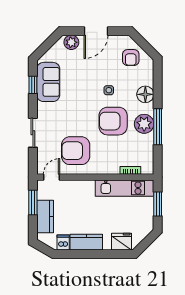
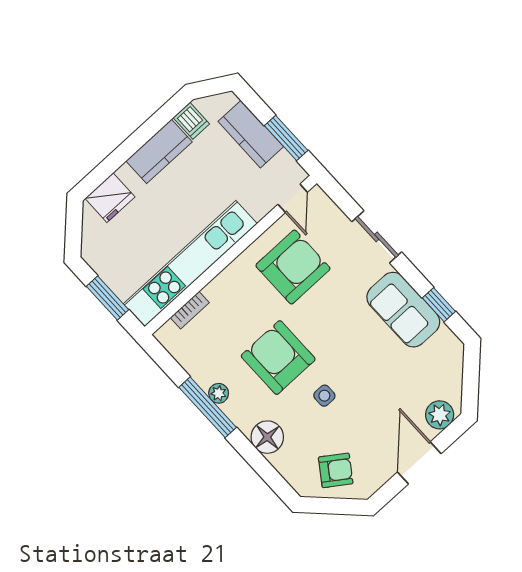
armchair: (131, 58) -> (336, 470), turned 125
sofa: (48, 82) -> (403, 310), moved
armchair: (113, 121) -> (278, 358), turned -90
plant: (144, 124) -> (219, 393), width x0.53, depth x0.53
kitchen unit: (125, 188) -> (190, 264), width x1.36

